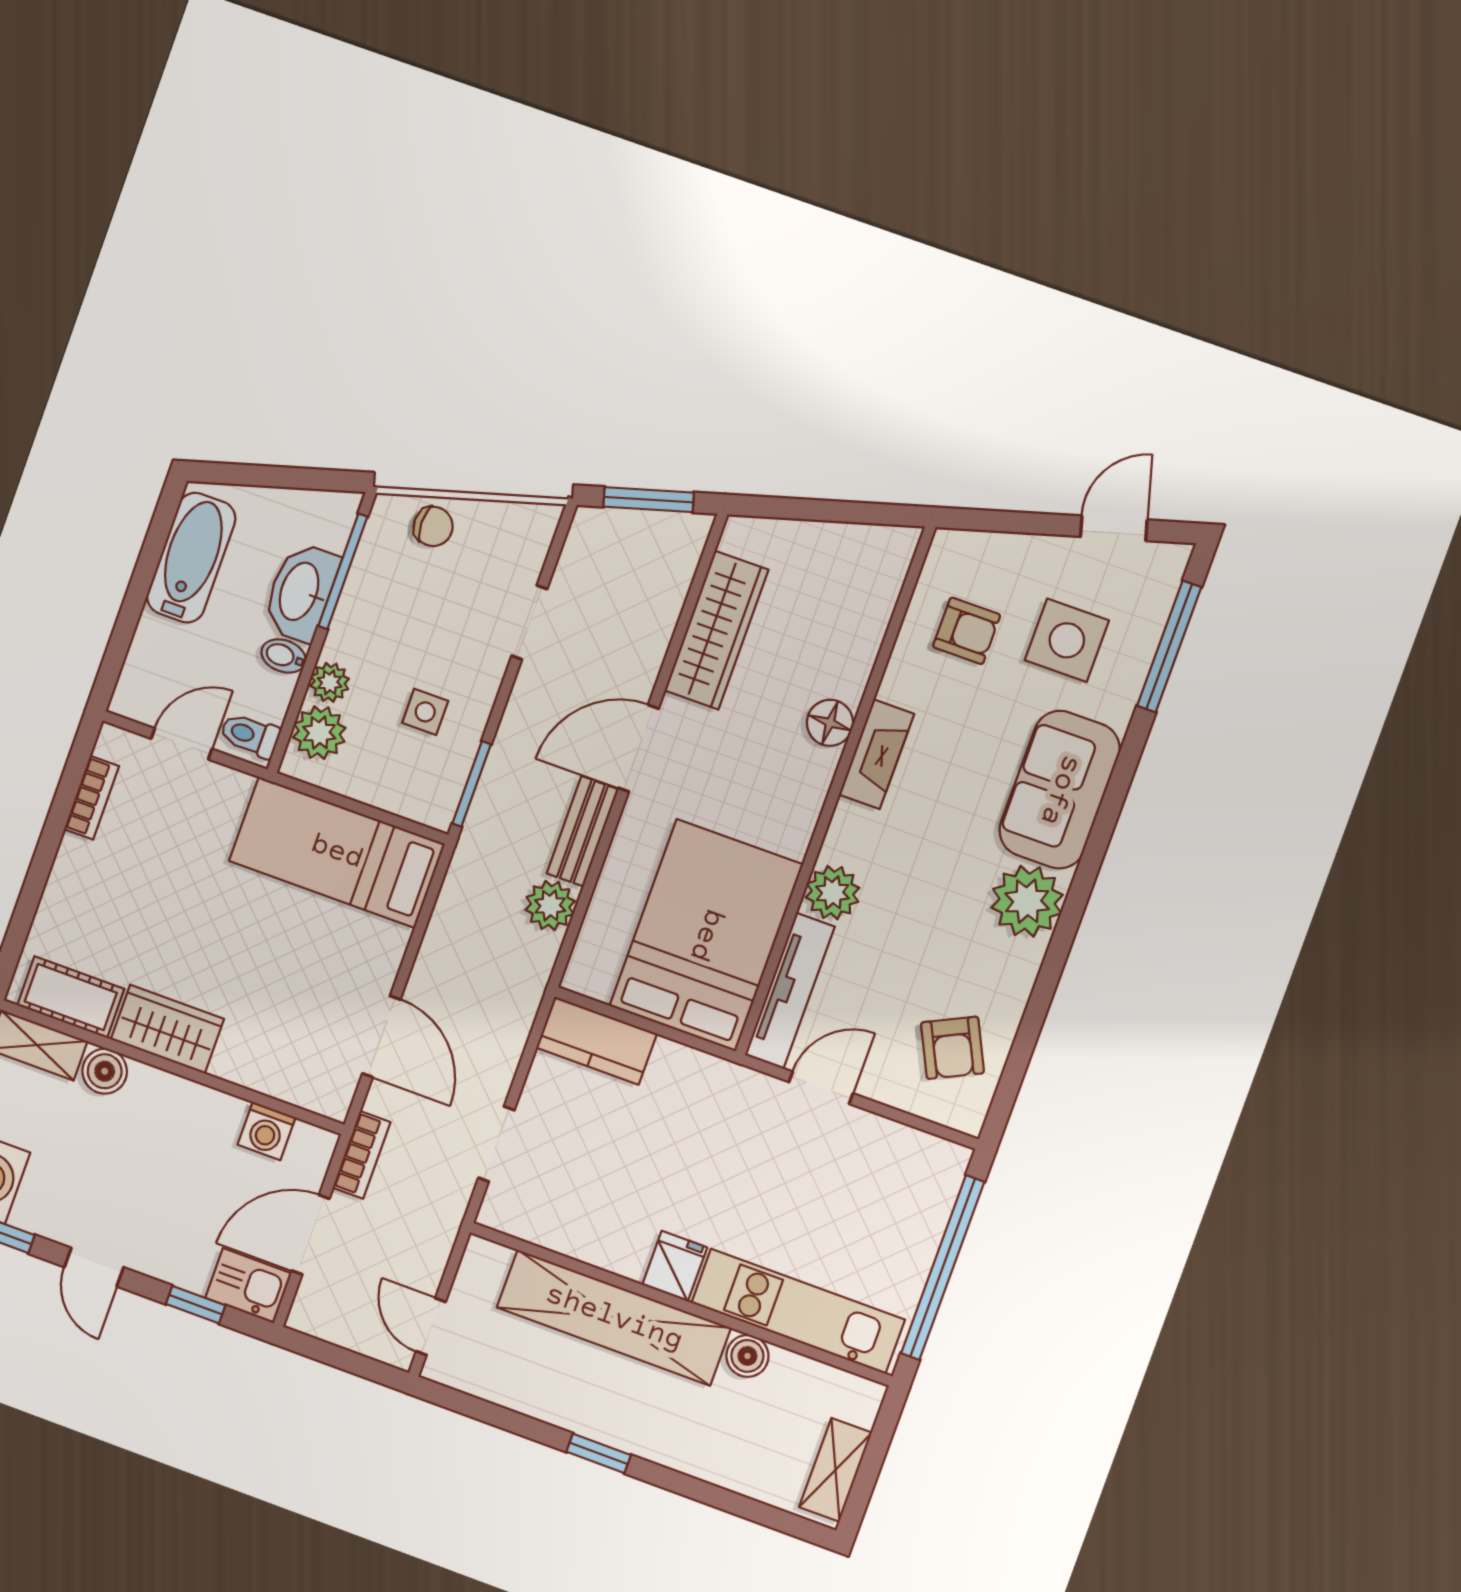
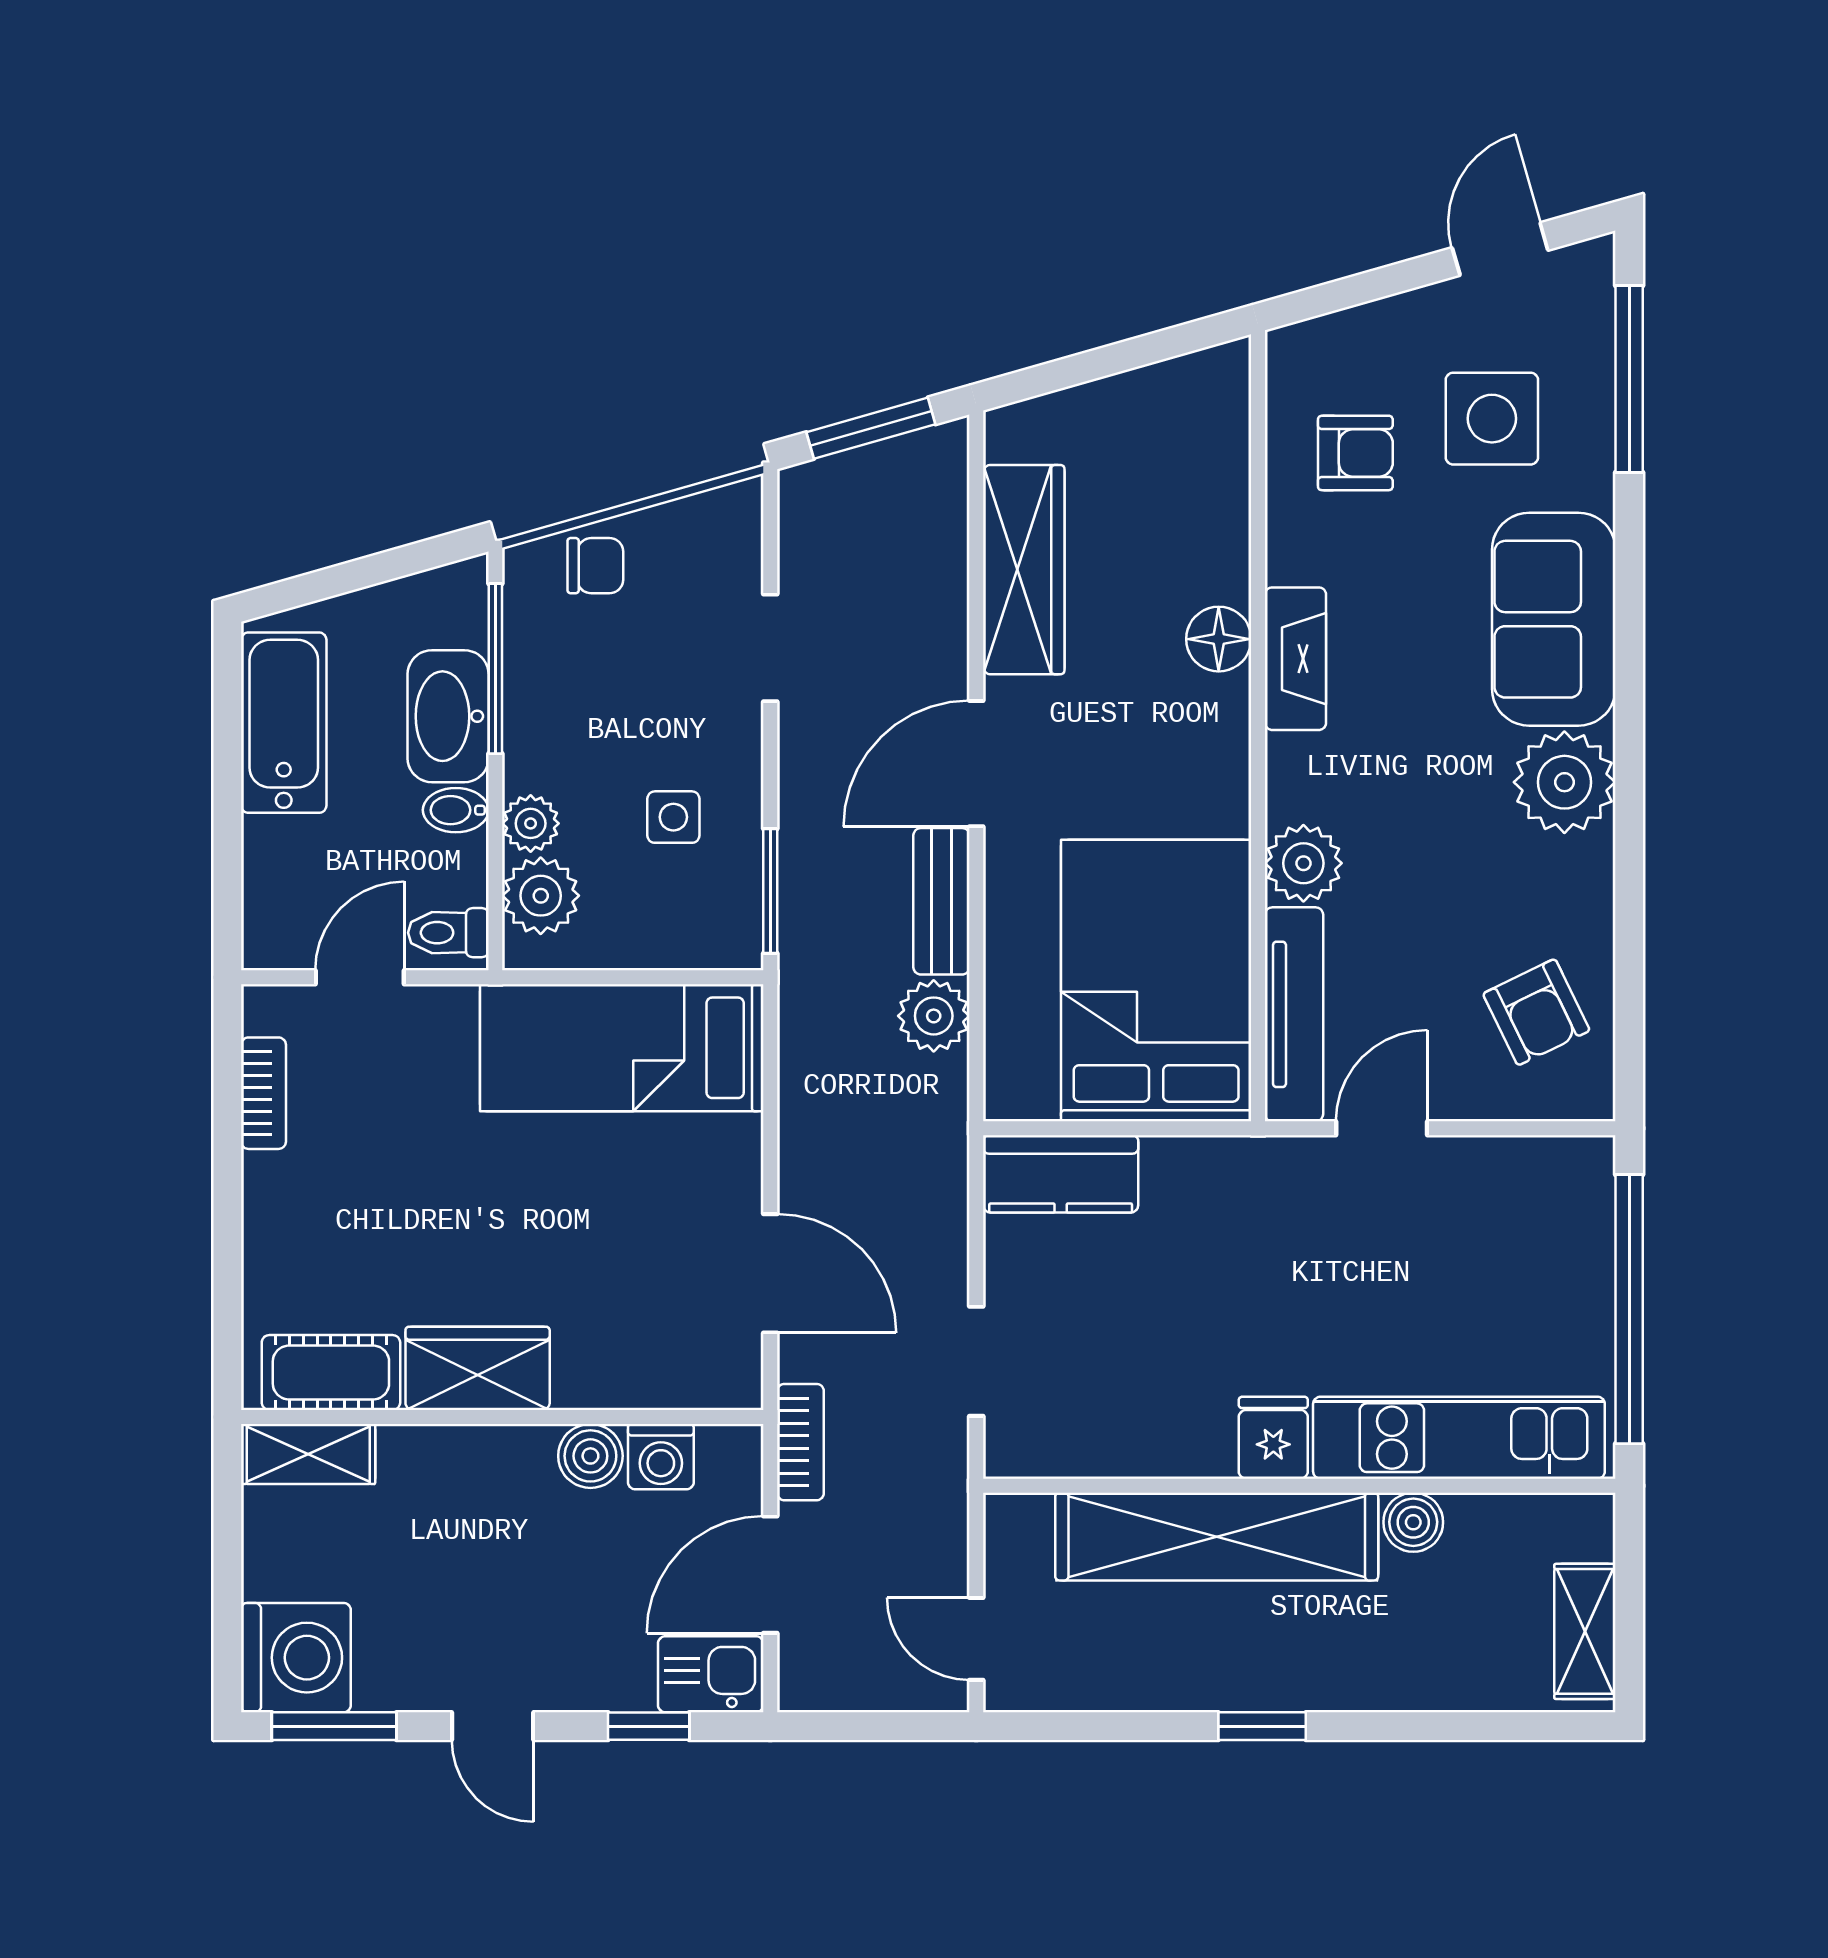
boiler: (105, 1071) -> (590, 1456), moved

